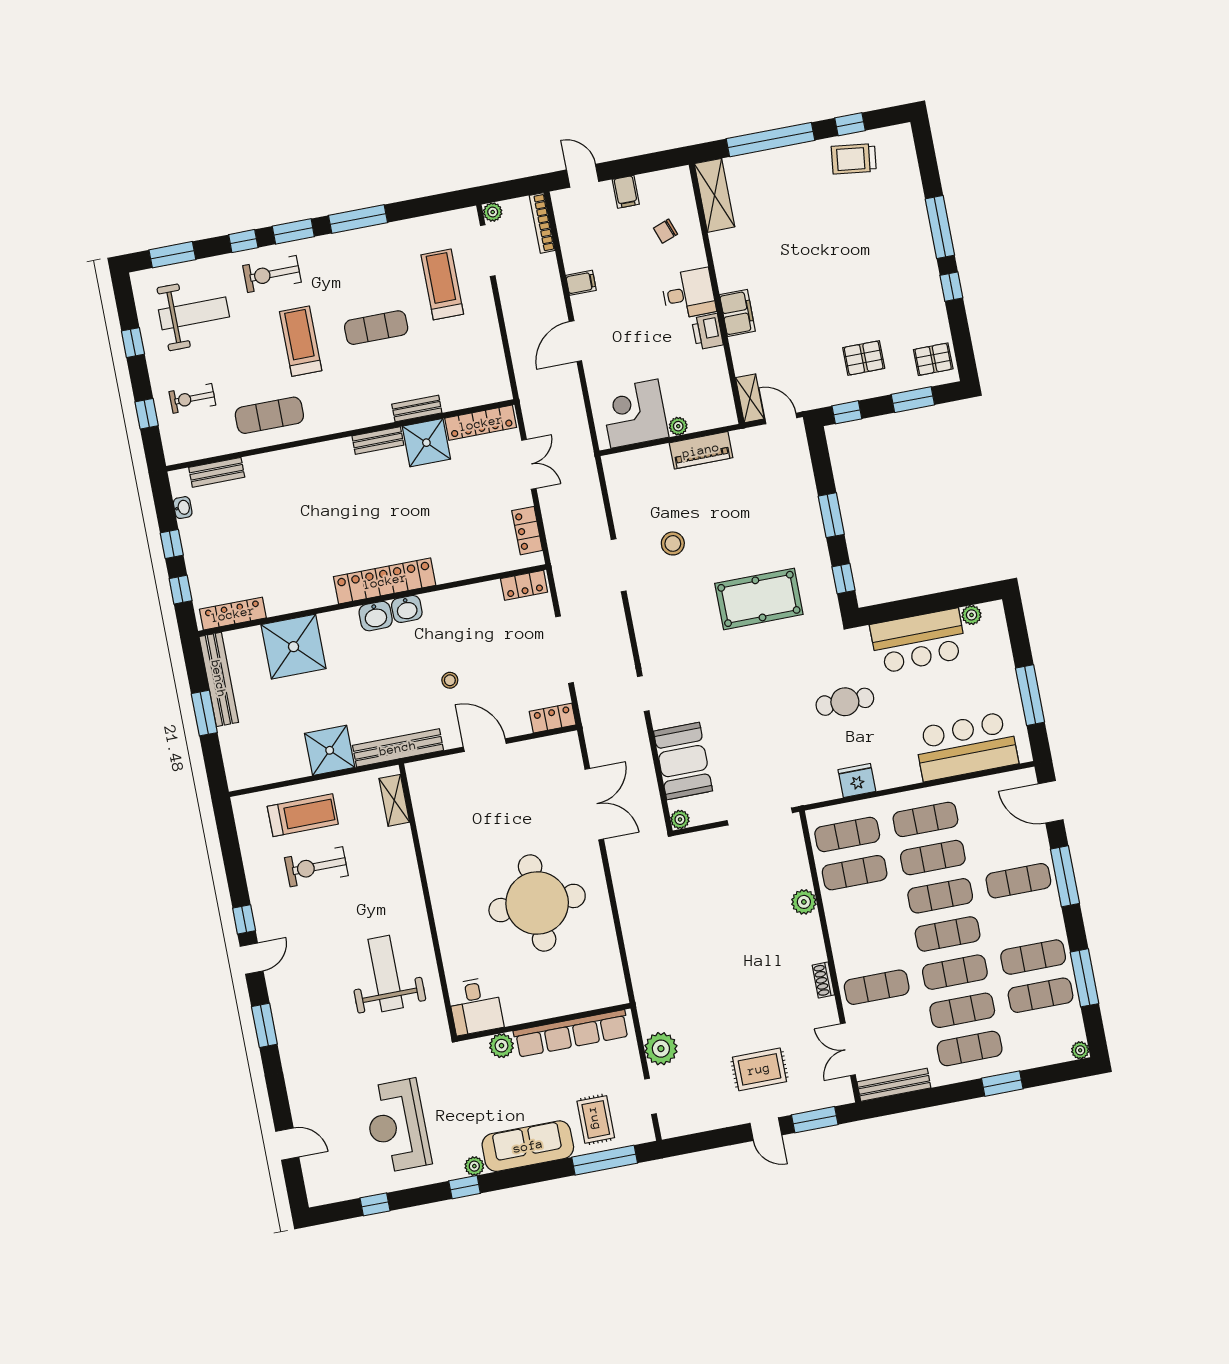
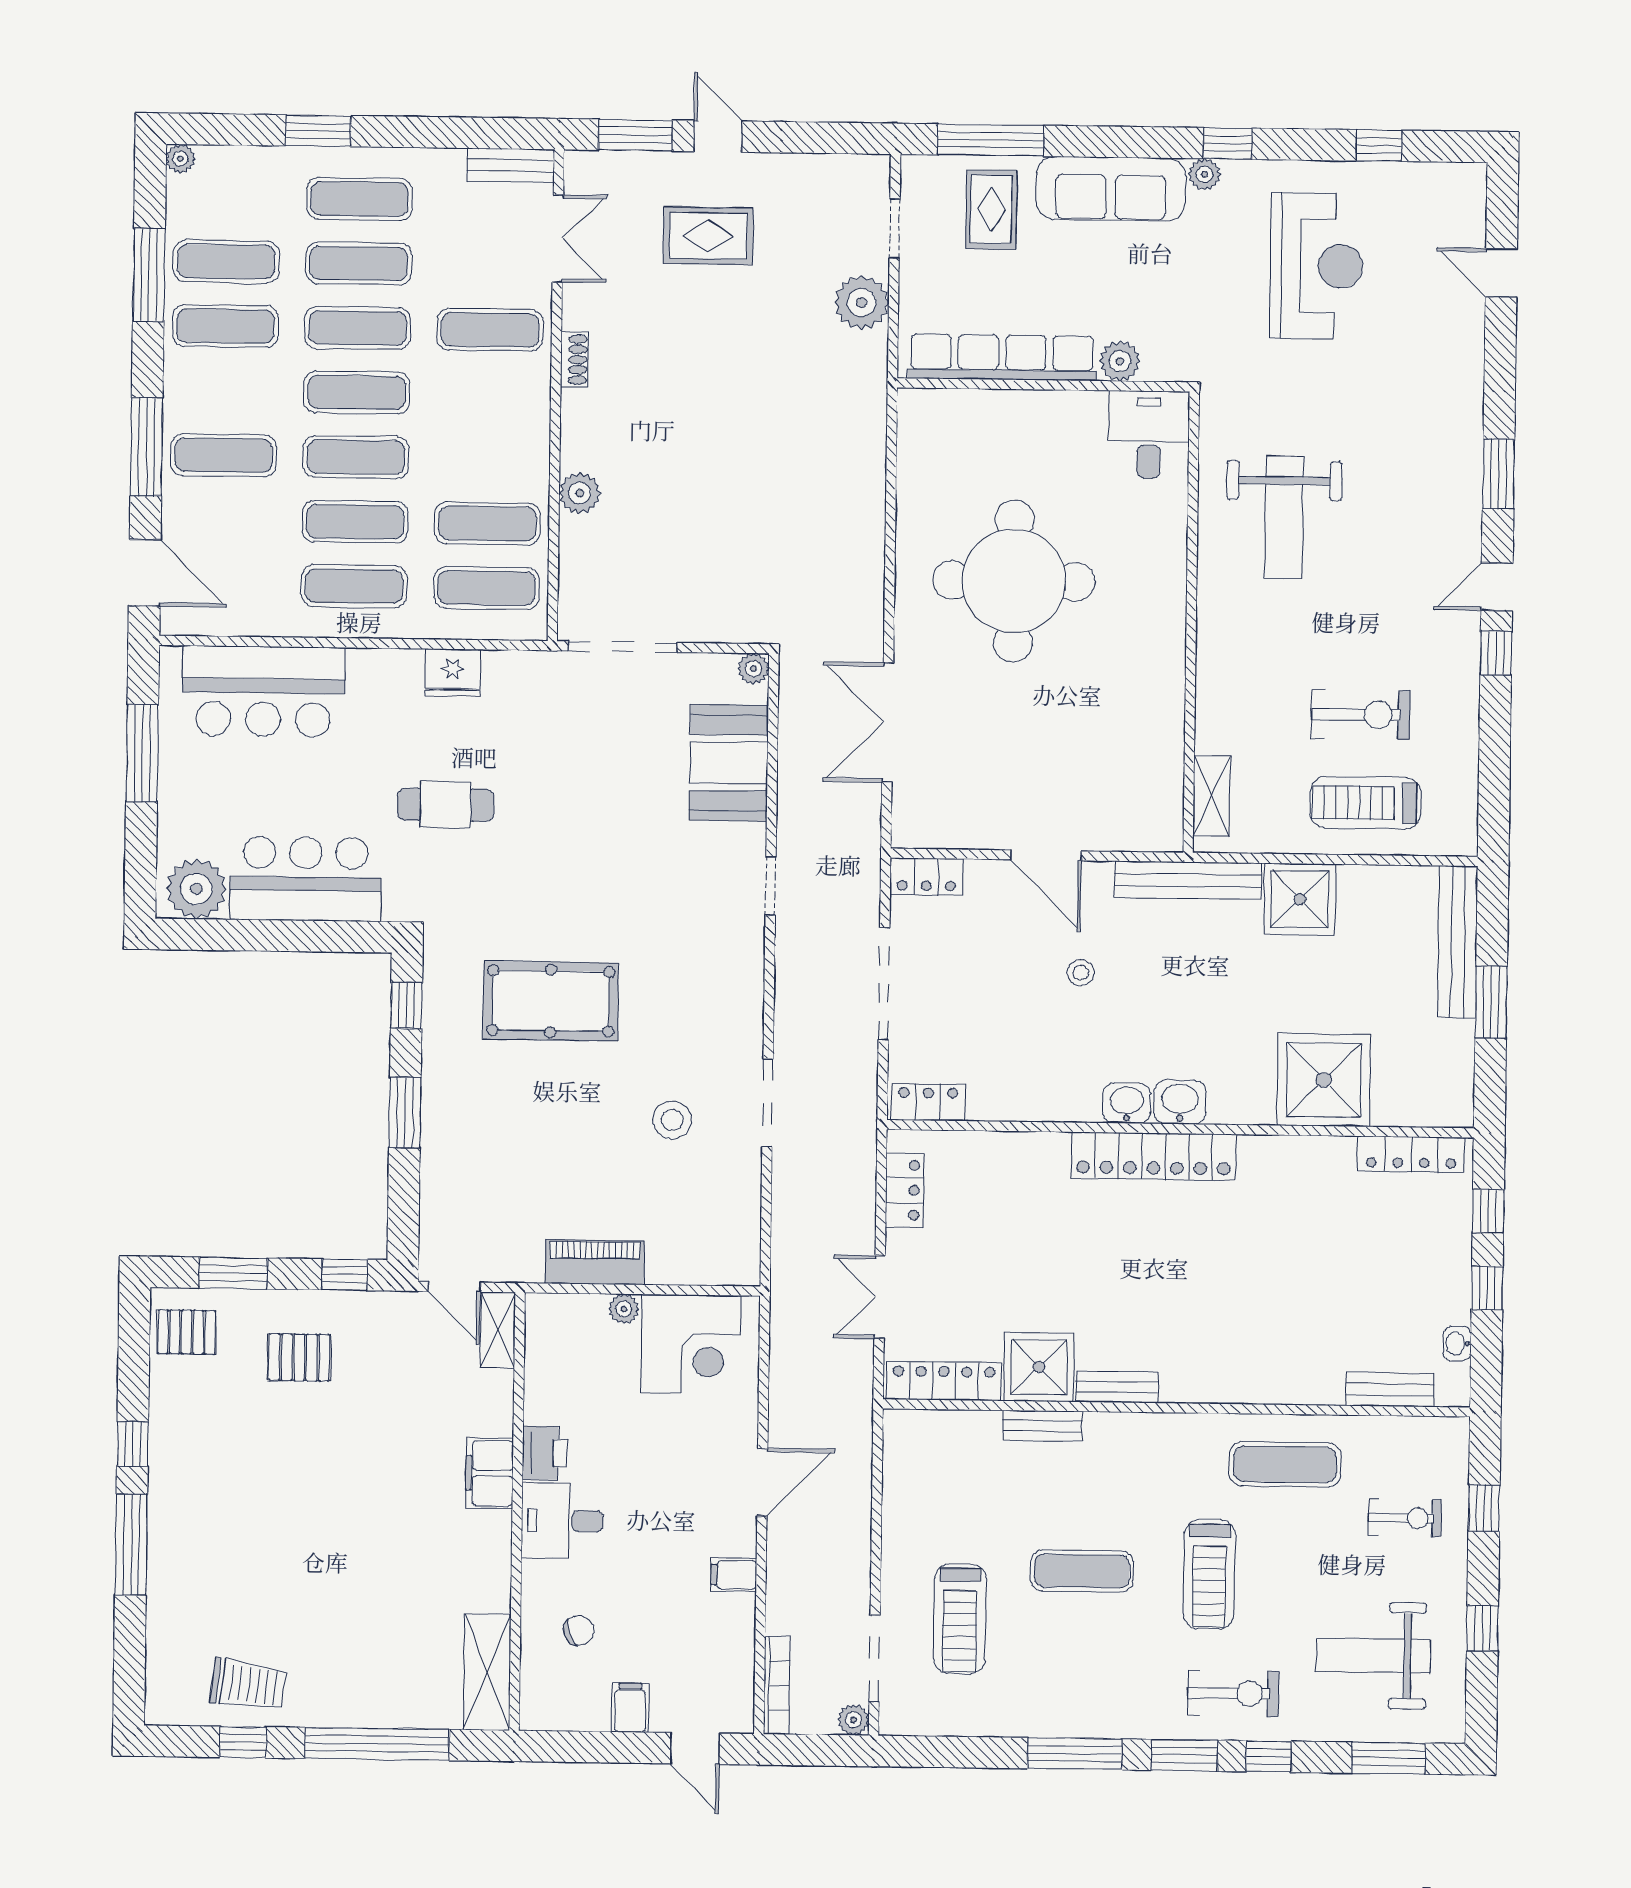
plant: (972, 615) -> (196, 889), width x1.88, depth x1.88
bench: (219, 679) -> (1458, 942), moved
bench: (894, 1085) -> (511, 165), width x0.73

